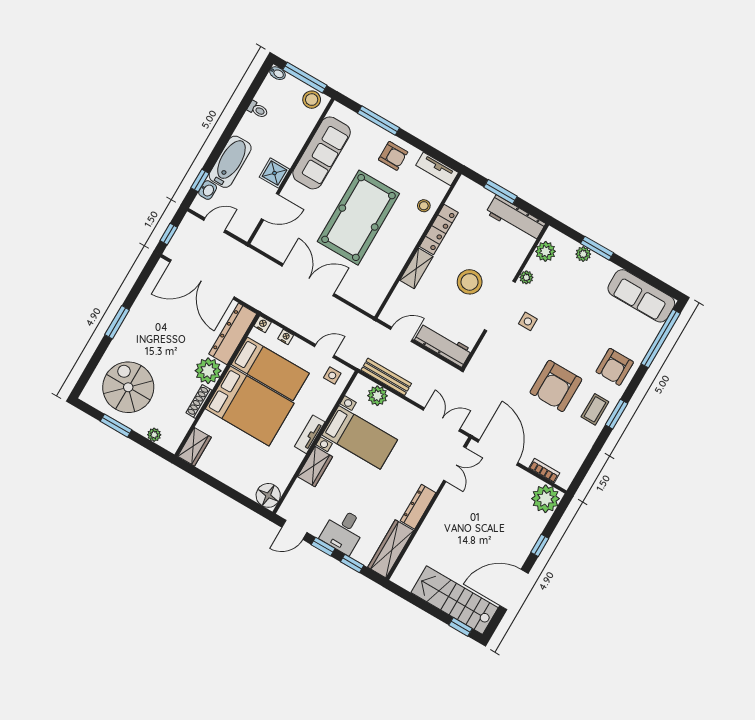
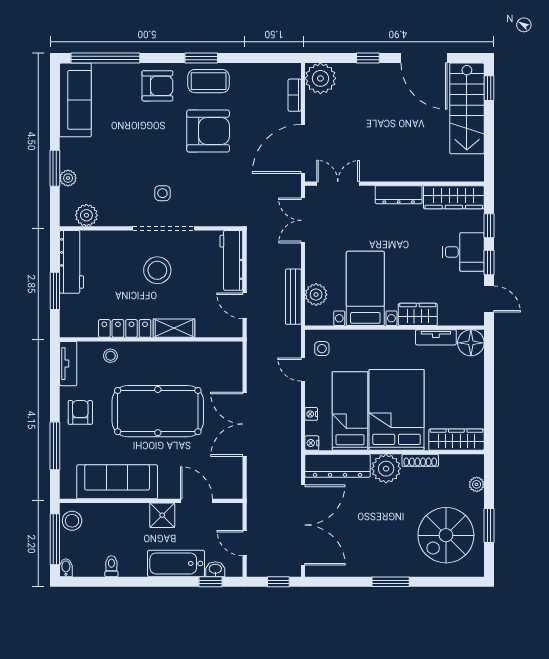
plant: (526, 277) -> (122, 219), removed
coffee table: (595, 409) -> (209, 81), width x1.36, depth x1.30
tv unit: (310, 434) -> (436, 337), moved
wardrobe: (194, 447) -> (456, 440), width x1.50

